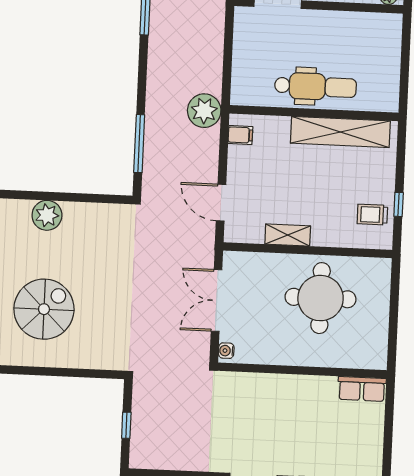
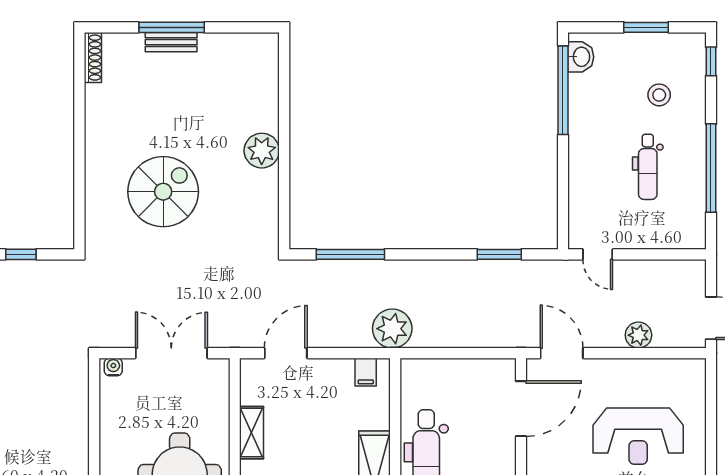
spiral stairs: (44, 309) -> (163, 192), moved, turned -90

